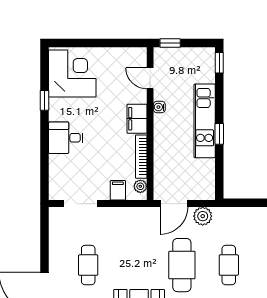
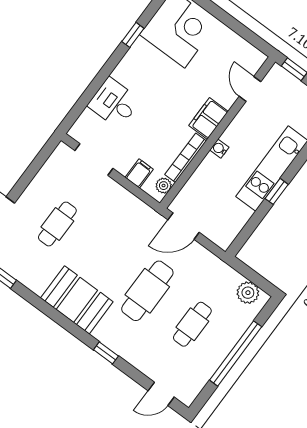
water cooler: (159, 107) -> (219, 149), moved
desk: (66, 138) -> (114, 103), moved
plant: (203, 216) -> (248, 293), moved

